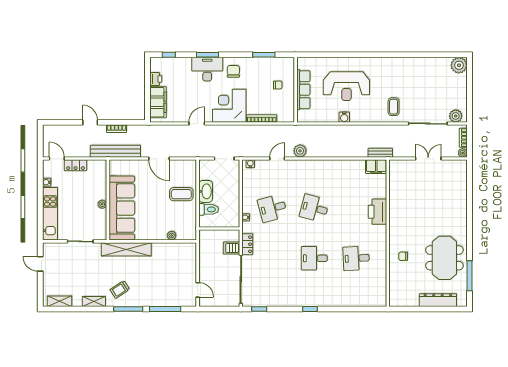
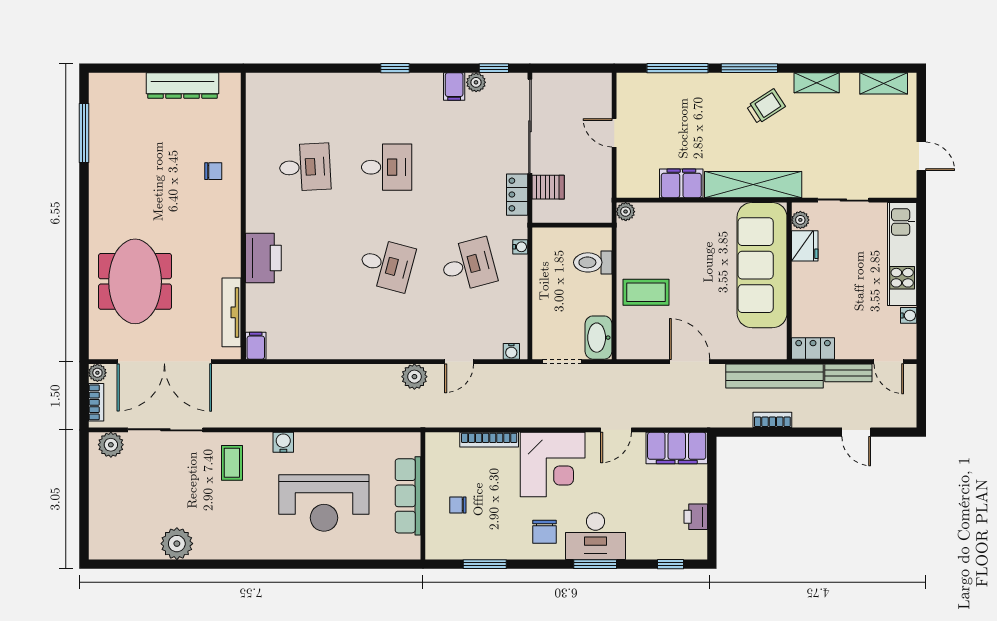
plant: (459, 65) -> (177, 544), moved
reception desk: (346, 86) -> (324, 503), turned 180
filing cabinet: (158, 102) -> (677, 448), moved, turned -90
water cooler: (344, 117) -> (283, 442), moved
door: (90, 122) -> (856, 432), moved
bench: (380, 153) -> (848, 373), moved
double door: (428, 159) -> (164, 362), width x1.87
locker: (76, 165) -> (813, 348), moved
filing cabinet: (376, 167) -> (256, 346), width x0.50
tv unit: (394, 184) -> (232, 312), added
washbasin: (206, 191) -> (599, 338), moved
plant: (102, 204) -> (800, 220), moved
fridge: (100, 218) -> (805, 246), added
plant: (172, 236) -> (626, 212), moved
filing cabinet: (163, 250) -> (681, 183), added
meeting table: (444, 258) -> (135, 281), moved
door: (198, 290) -> (614, 133), moved
filing cabinet: (280, 300) -> (454, 87), added
dresser: (438, 300) -> (183, 86), moved
plant: (268, 302) -> (476, 82), added

